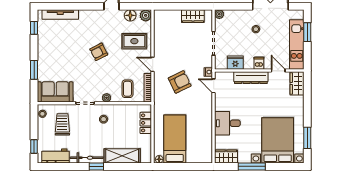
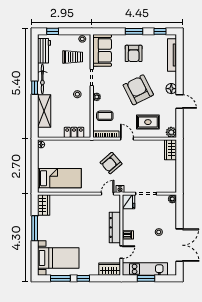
floor lamp: (130, 15) -> (171, 89), moved
wardrobe: (193, 16) -> (171, 150), moved
window: (307, 32) -> (146, 278), moved
rug: (134, 41) -> (148, 122), turned 90
armchair: (99, 52) -> (138, 90), width x1.88, depth x1.88
armchair: (58, 57) -> (134, 53), added
fridge: (235, 63) -> (128, 202), moved
door: (153, 64) -> (127, 139), hinge flipped
window: (34, 70) -> (134, 31), moved
armchair: (180, 82) -> (111, 163), turned 75
window: (307, 113) -> (83, 278), added
desk: (227, 123) -> (74, 206), removed
bed: (175, 139) -> (59, 178), moved
bed with nightstands: (278, 140) -> (58, 258), width x0.73

